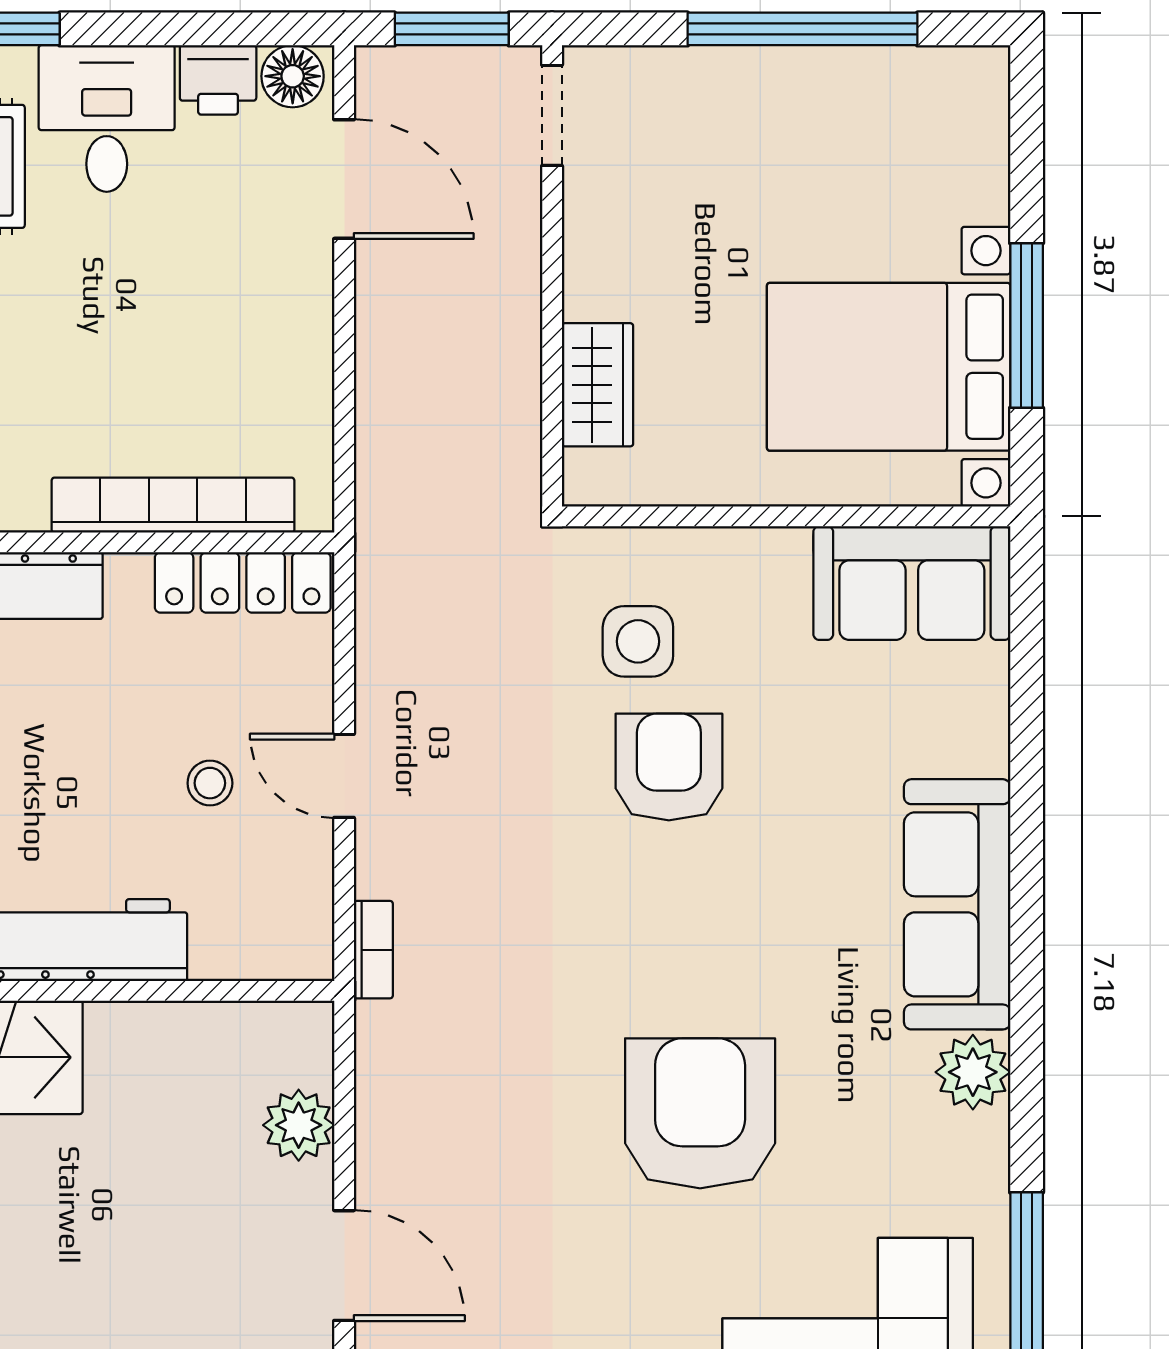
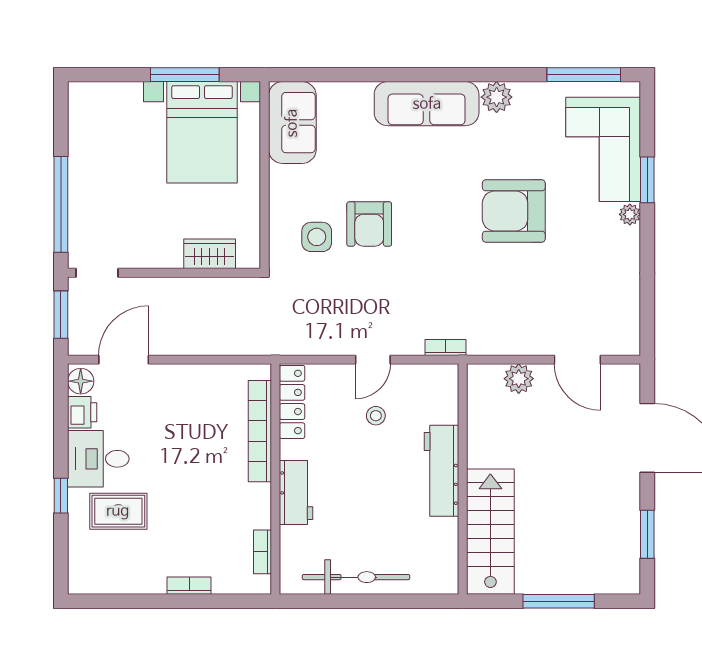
window: (802, 29) -> (61, 204), moved
armchair: (669, 767) -> (369, 224), turned -90
door: (344, 1266) -> (577, 360), swing flipped

